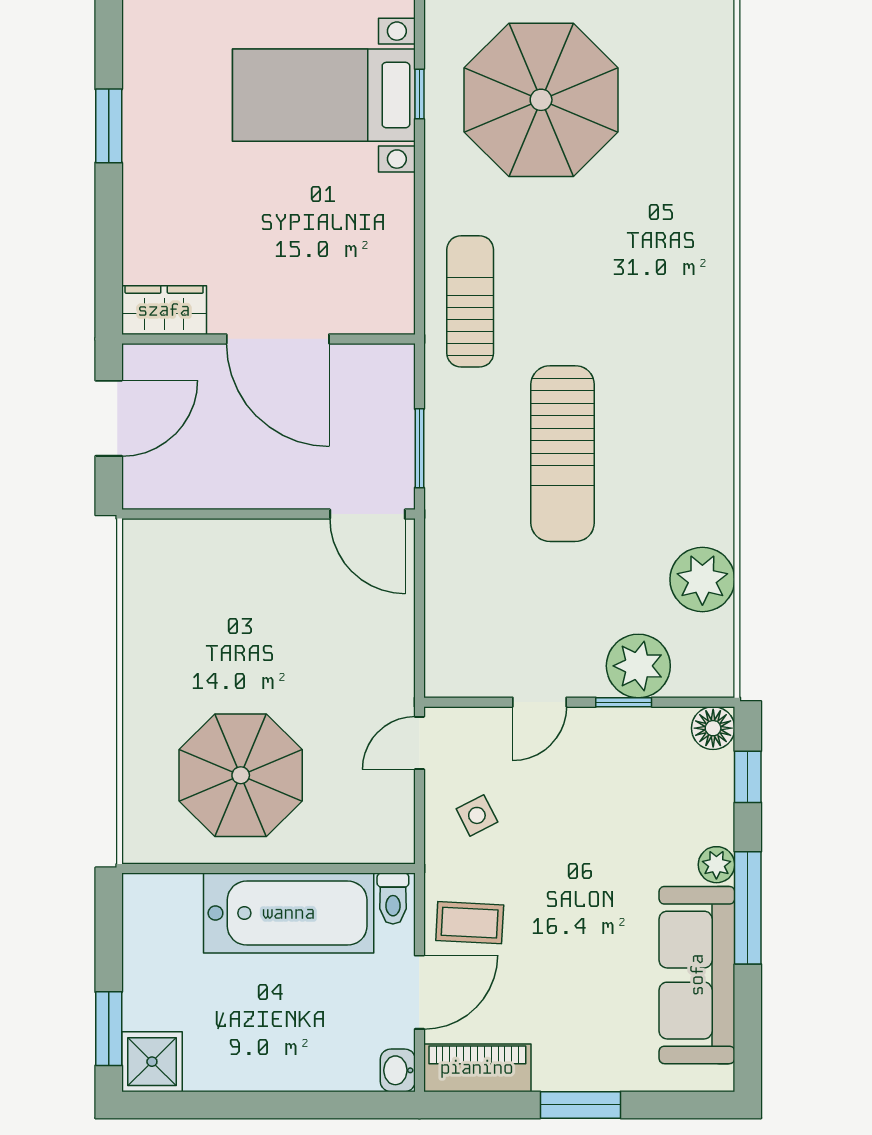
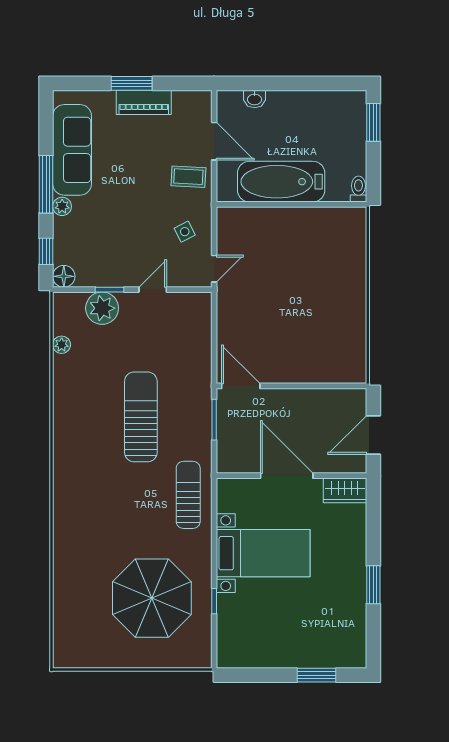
bed with nightstands: (324, 95) -> (263, 553), moved
sun lounger: (470, 301) -> (188, 495), turned 180
plant: (702, 579) -> (62, 345), width x0.53, depth x0.53
parasol: (241, 775) -> (306, 252), removed
toilet: (393, 899) -> (359, 189), moved
door: (419, 992) -> (214, 141), swing flipped
shower: (152, 1062) -> (351, 106), removed
piano: (477, 1068) -> (144, 102), moved
washbasin: (398, 1070) -> (255, 99), moved, turned 90

